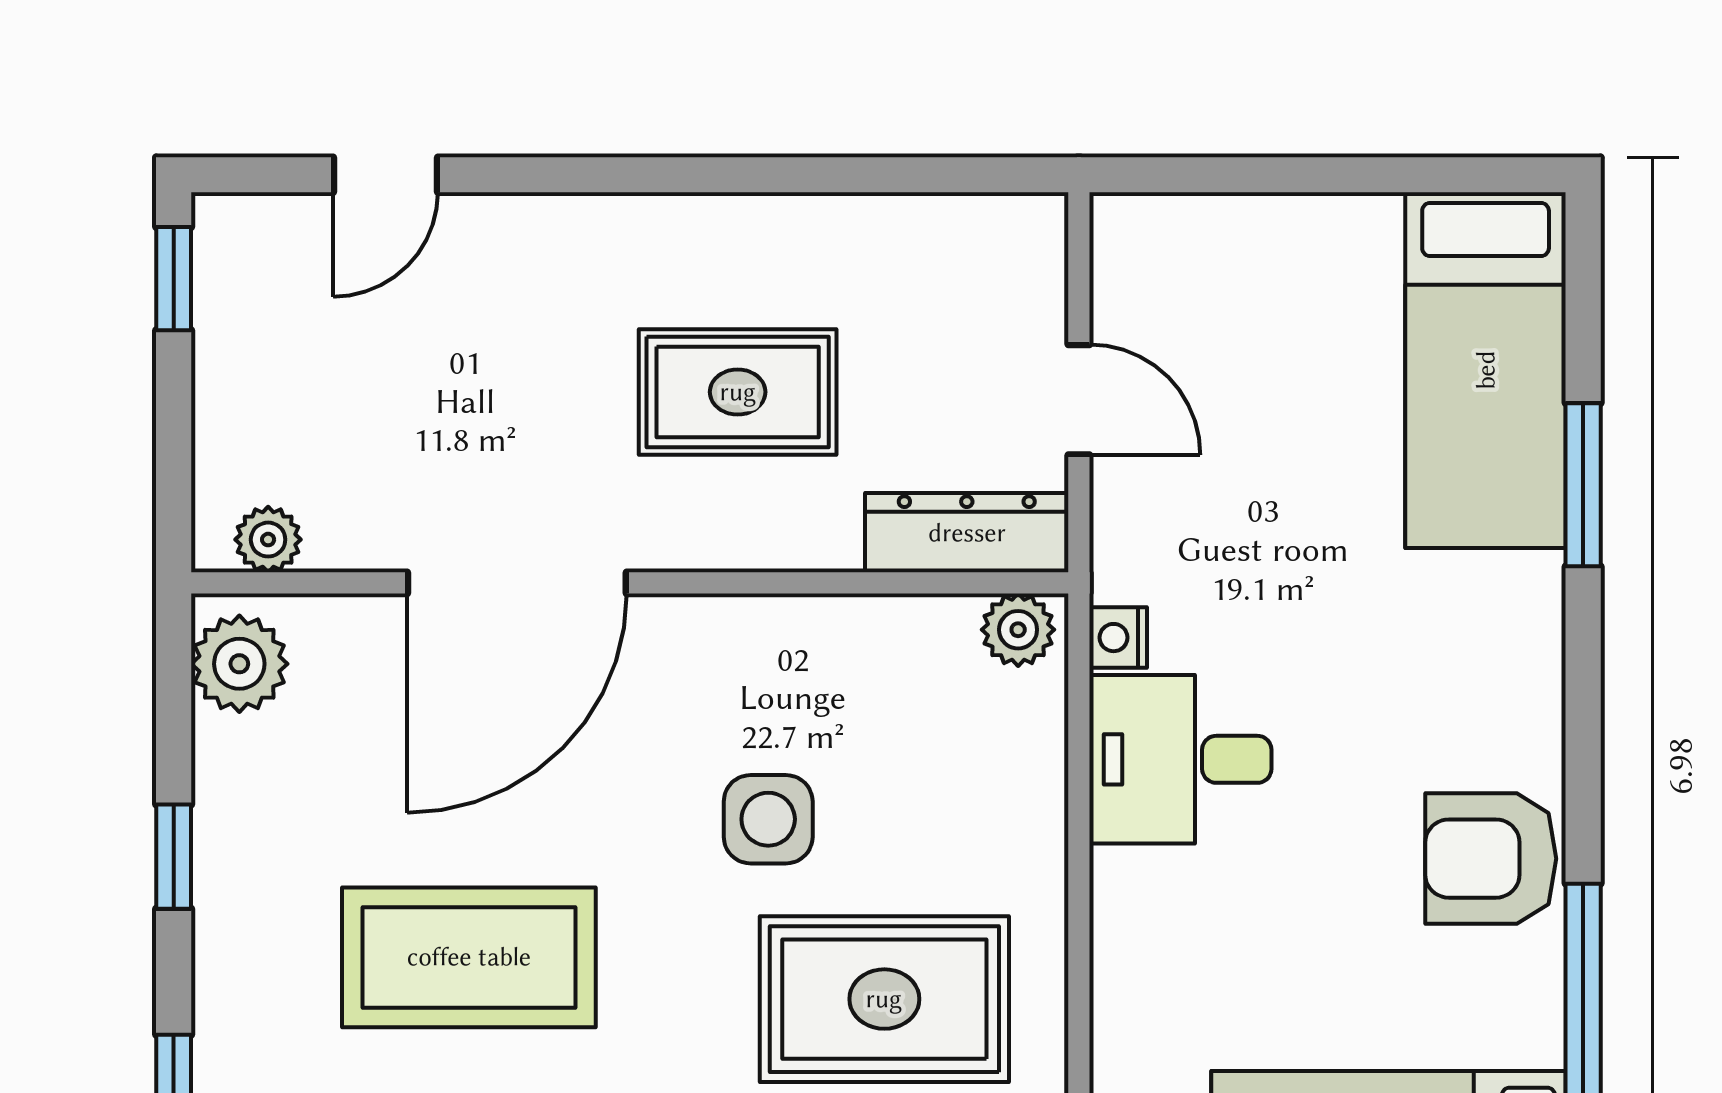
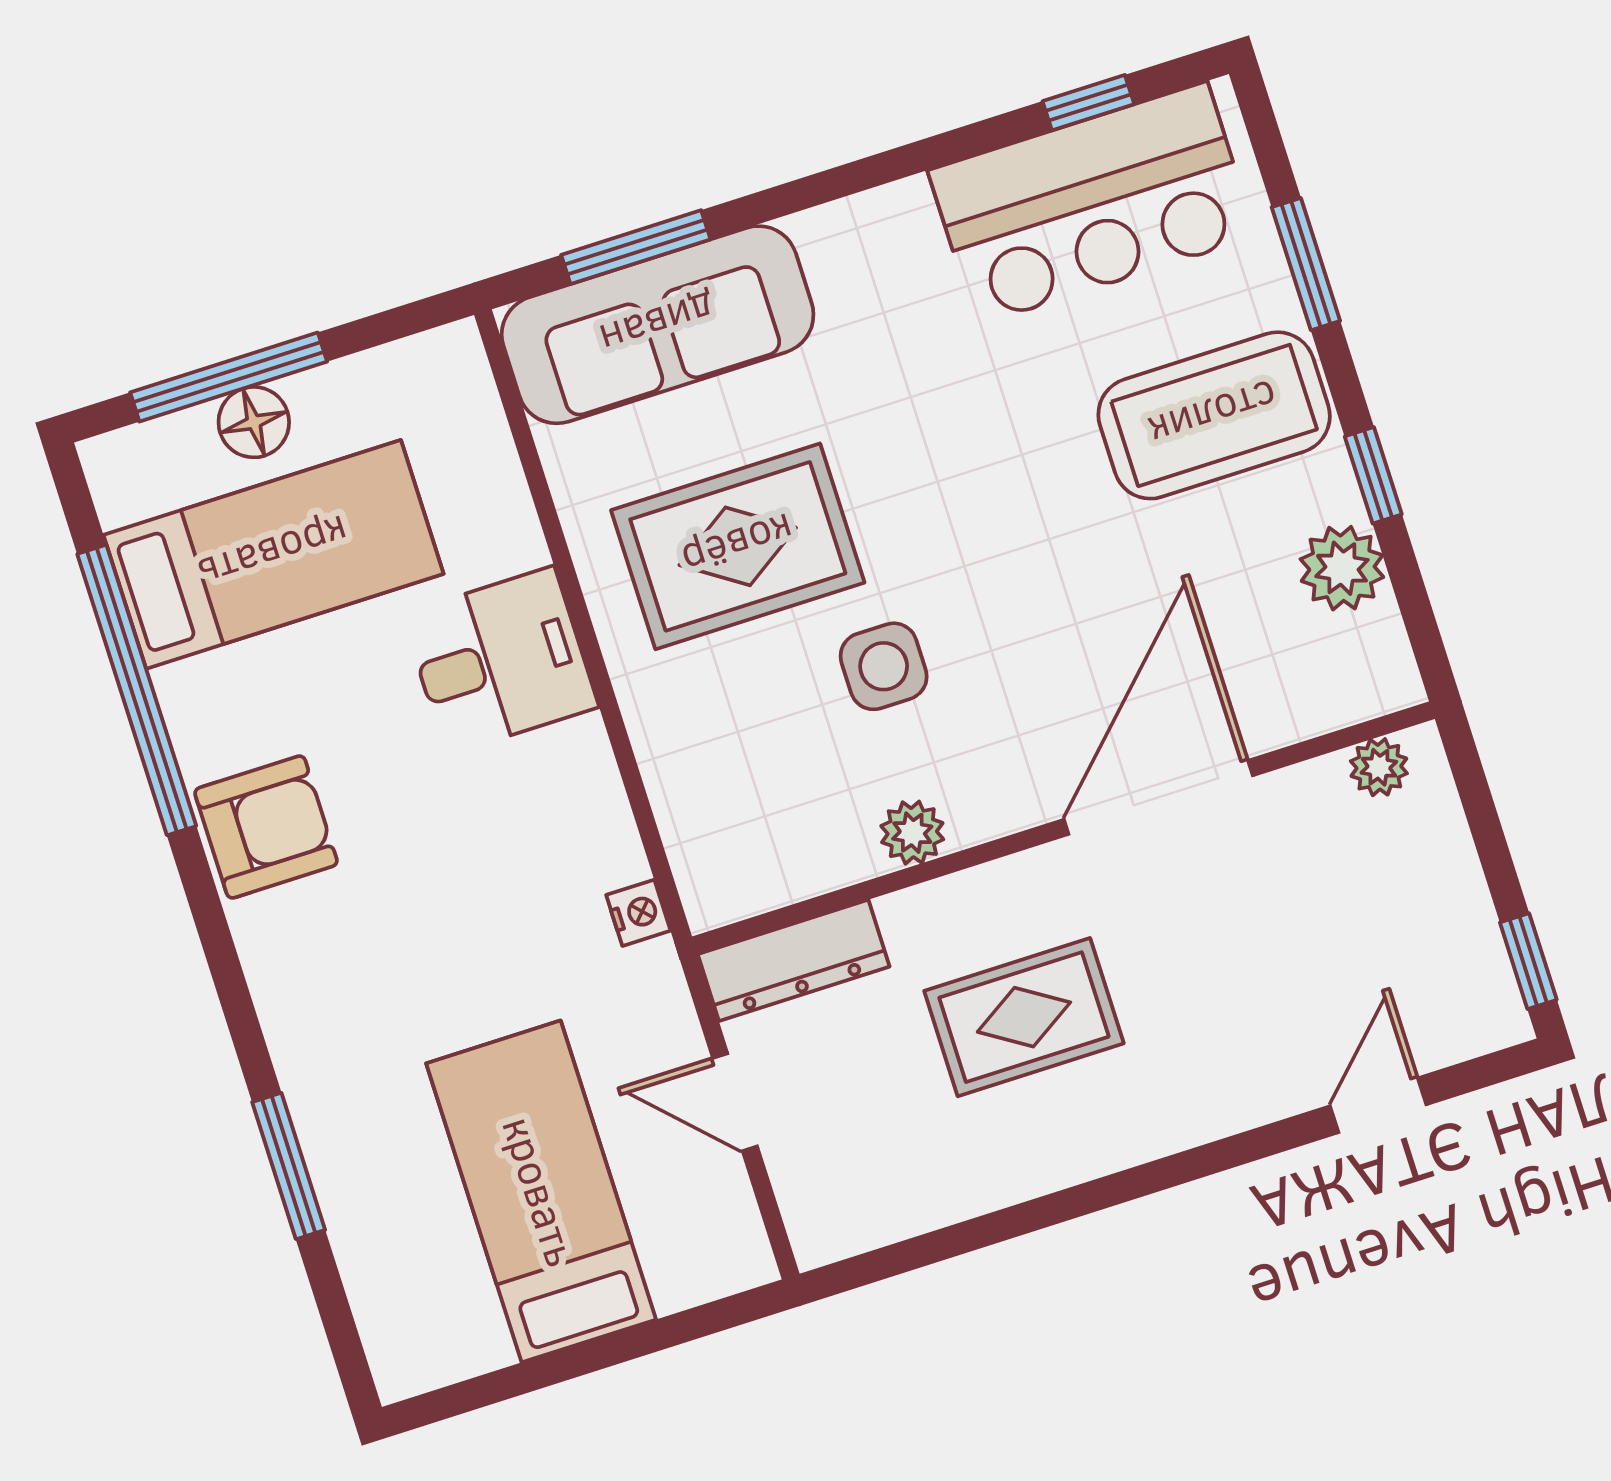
bed: (1486, 370) -> (541, 1191), moved
plant: (1018, 630) -> (912, 833), moved
plant: (239, 664) -> (1342, 568), moved
desk: (1180, 759) -> (500, 661), moved
coffee table: (469, 957) -> (1214, 415), moved

